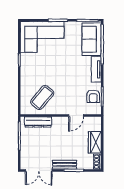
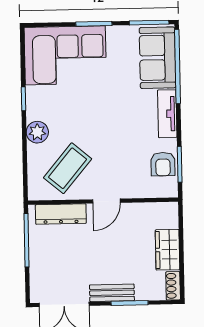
plant: (26, 78) -> (37, 132), added
door: (76, 116) -> (106, 201), moved

